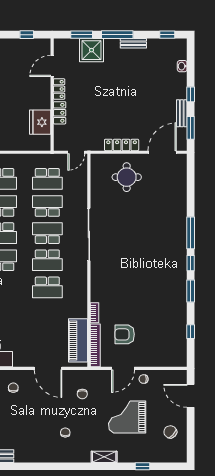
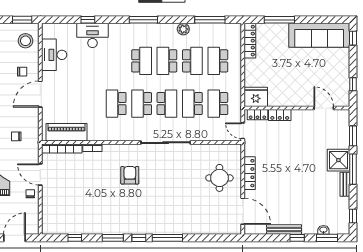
shower: (91, 50) -> (338, 160), moved
locker: (59, 89) -> (257, 115), moved
bench: (182, 113) -> (284, 230), width x1.36
fridge: (40, 122) -> (256, 97), moved
window: (191, 128) -> (327, 238), moved
school desk: (47, 206) -> (192, 104), turned 180
armchair: (125, 334) -> (130, 175), moved
door: (48, 368) -> (40, 94), moved

